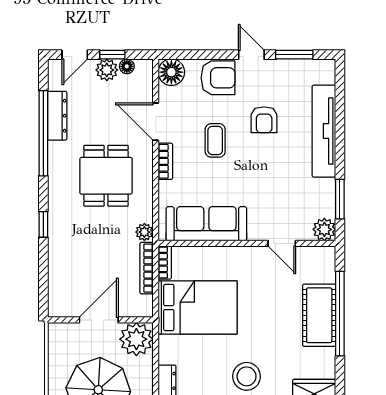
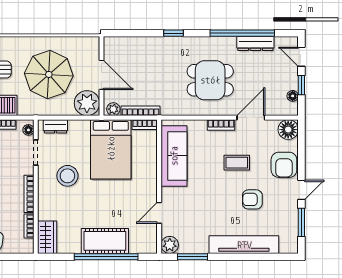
plant: (107, 70) -> (290, 81), removed
plant: (144, 232) -> (113, 109), moved
stool: (247, 376) -> (67, 176), moved

